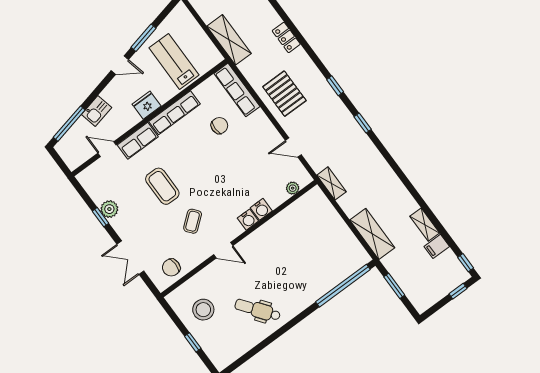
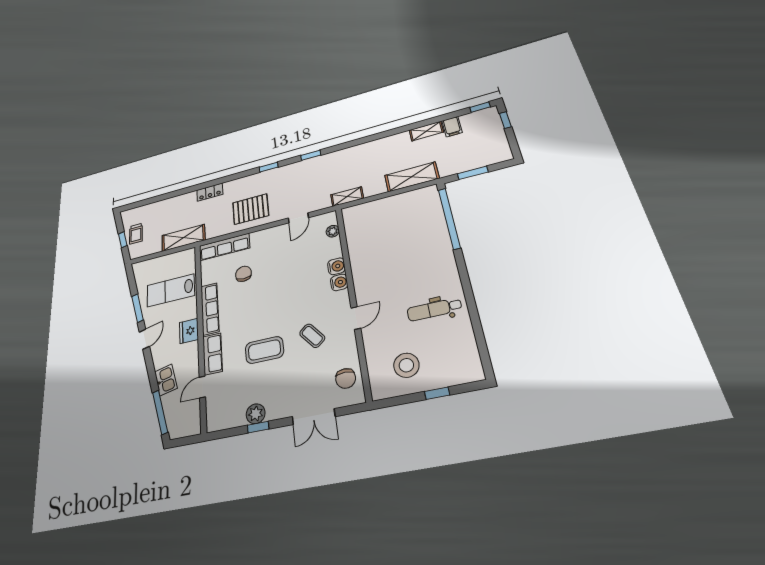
dental chair: (258, 310) -> (434, 309), turned 37

